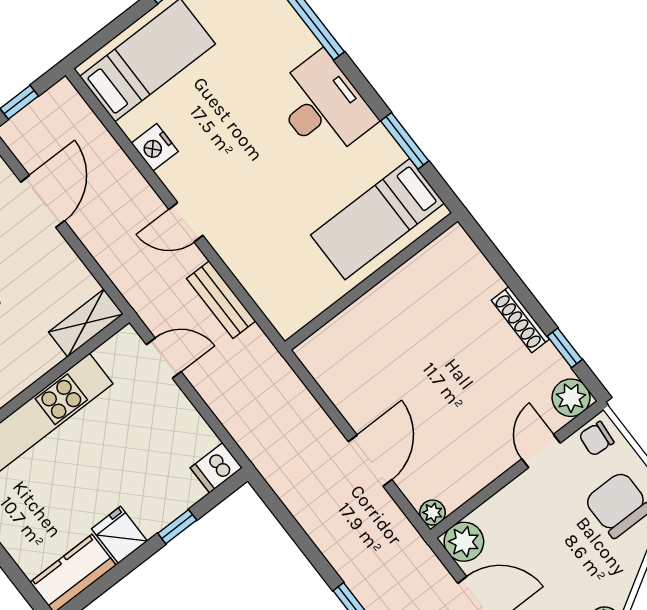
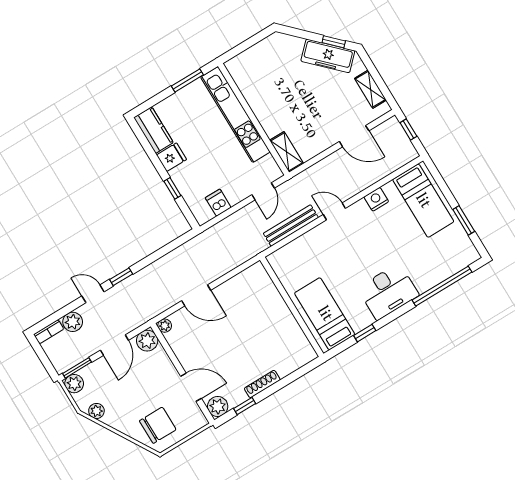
window: (405, 141) -> (365, 333), width x0.67
door: (186, 222) -> (334, 211), hinge flipped
bench: (221, 300) -> (291, 226), width x1.36
chair: (596, 439) -> (194, 418), removed
door: (541, 451) -> (191, 387), width x1.38
dishwasher: (216, 468) -> (218, 203), moved

